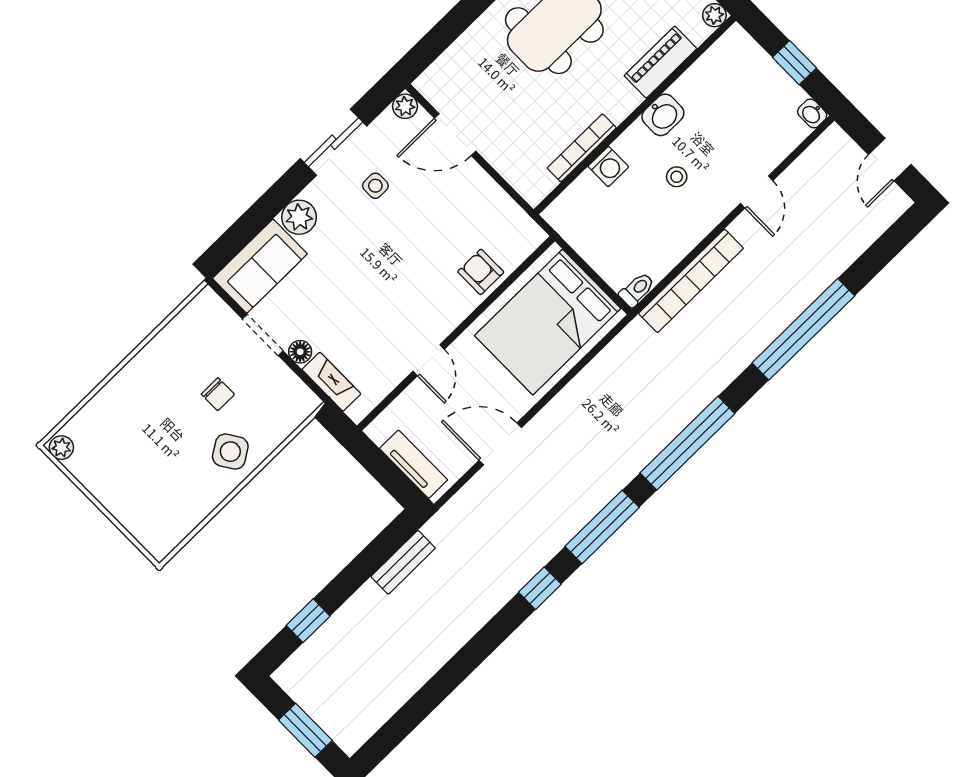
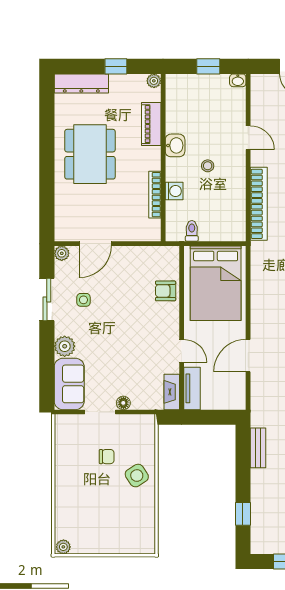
toilet: (637, 290) -> (192, 231), moved
fireplace: (331, 382) -> (172, 392), moved, turned -90
tv unit: (414, 464) -> (192, 388), moved, turned 90

